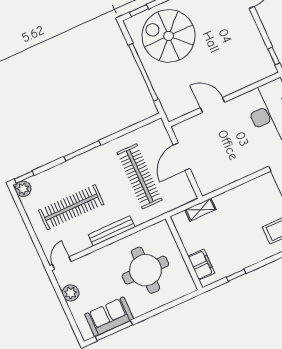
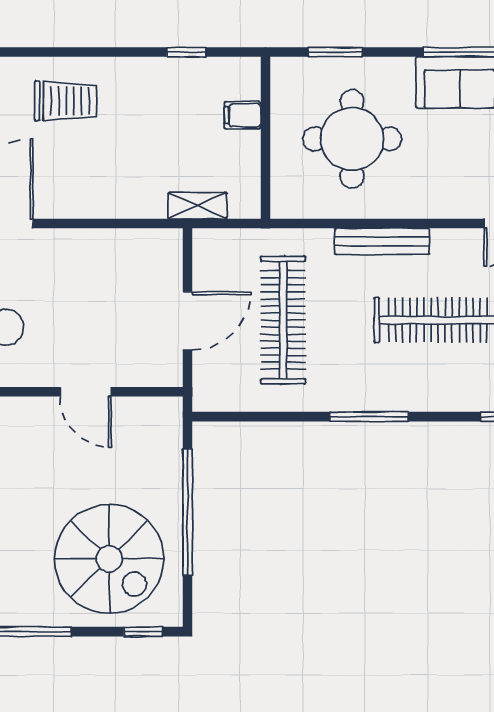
filing cabinet: (201, 265) -> (243, 115), width x0.50
window: (170, 305) -> (335, 52), added

